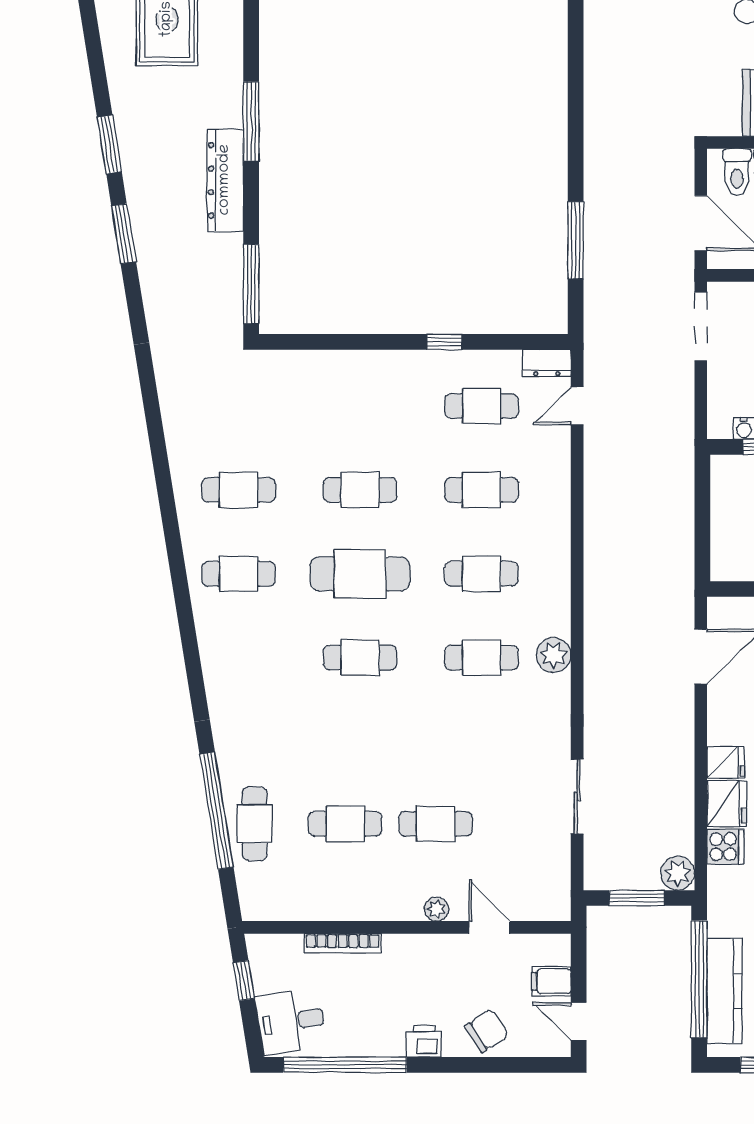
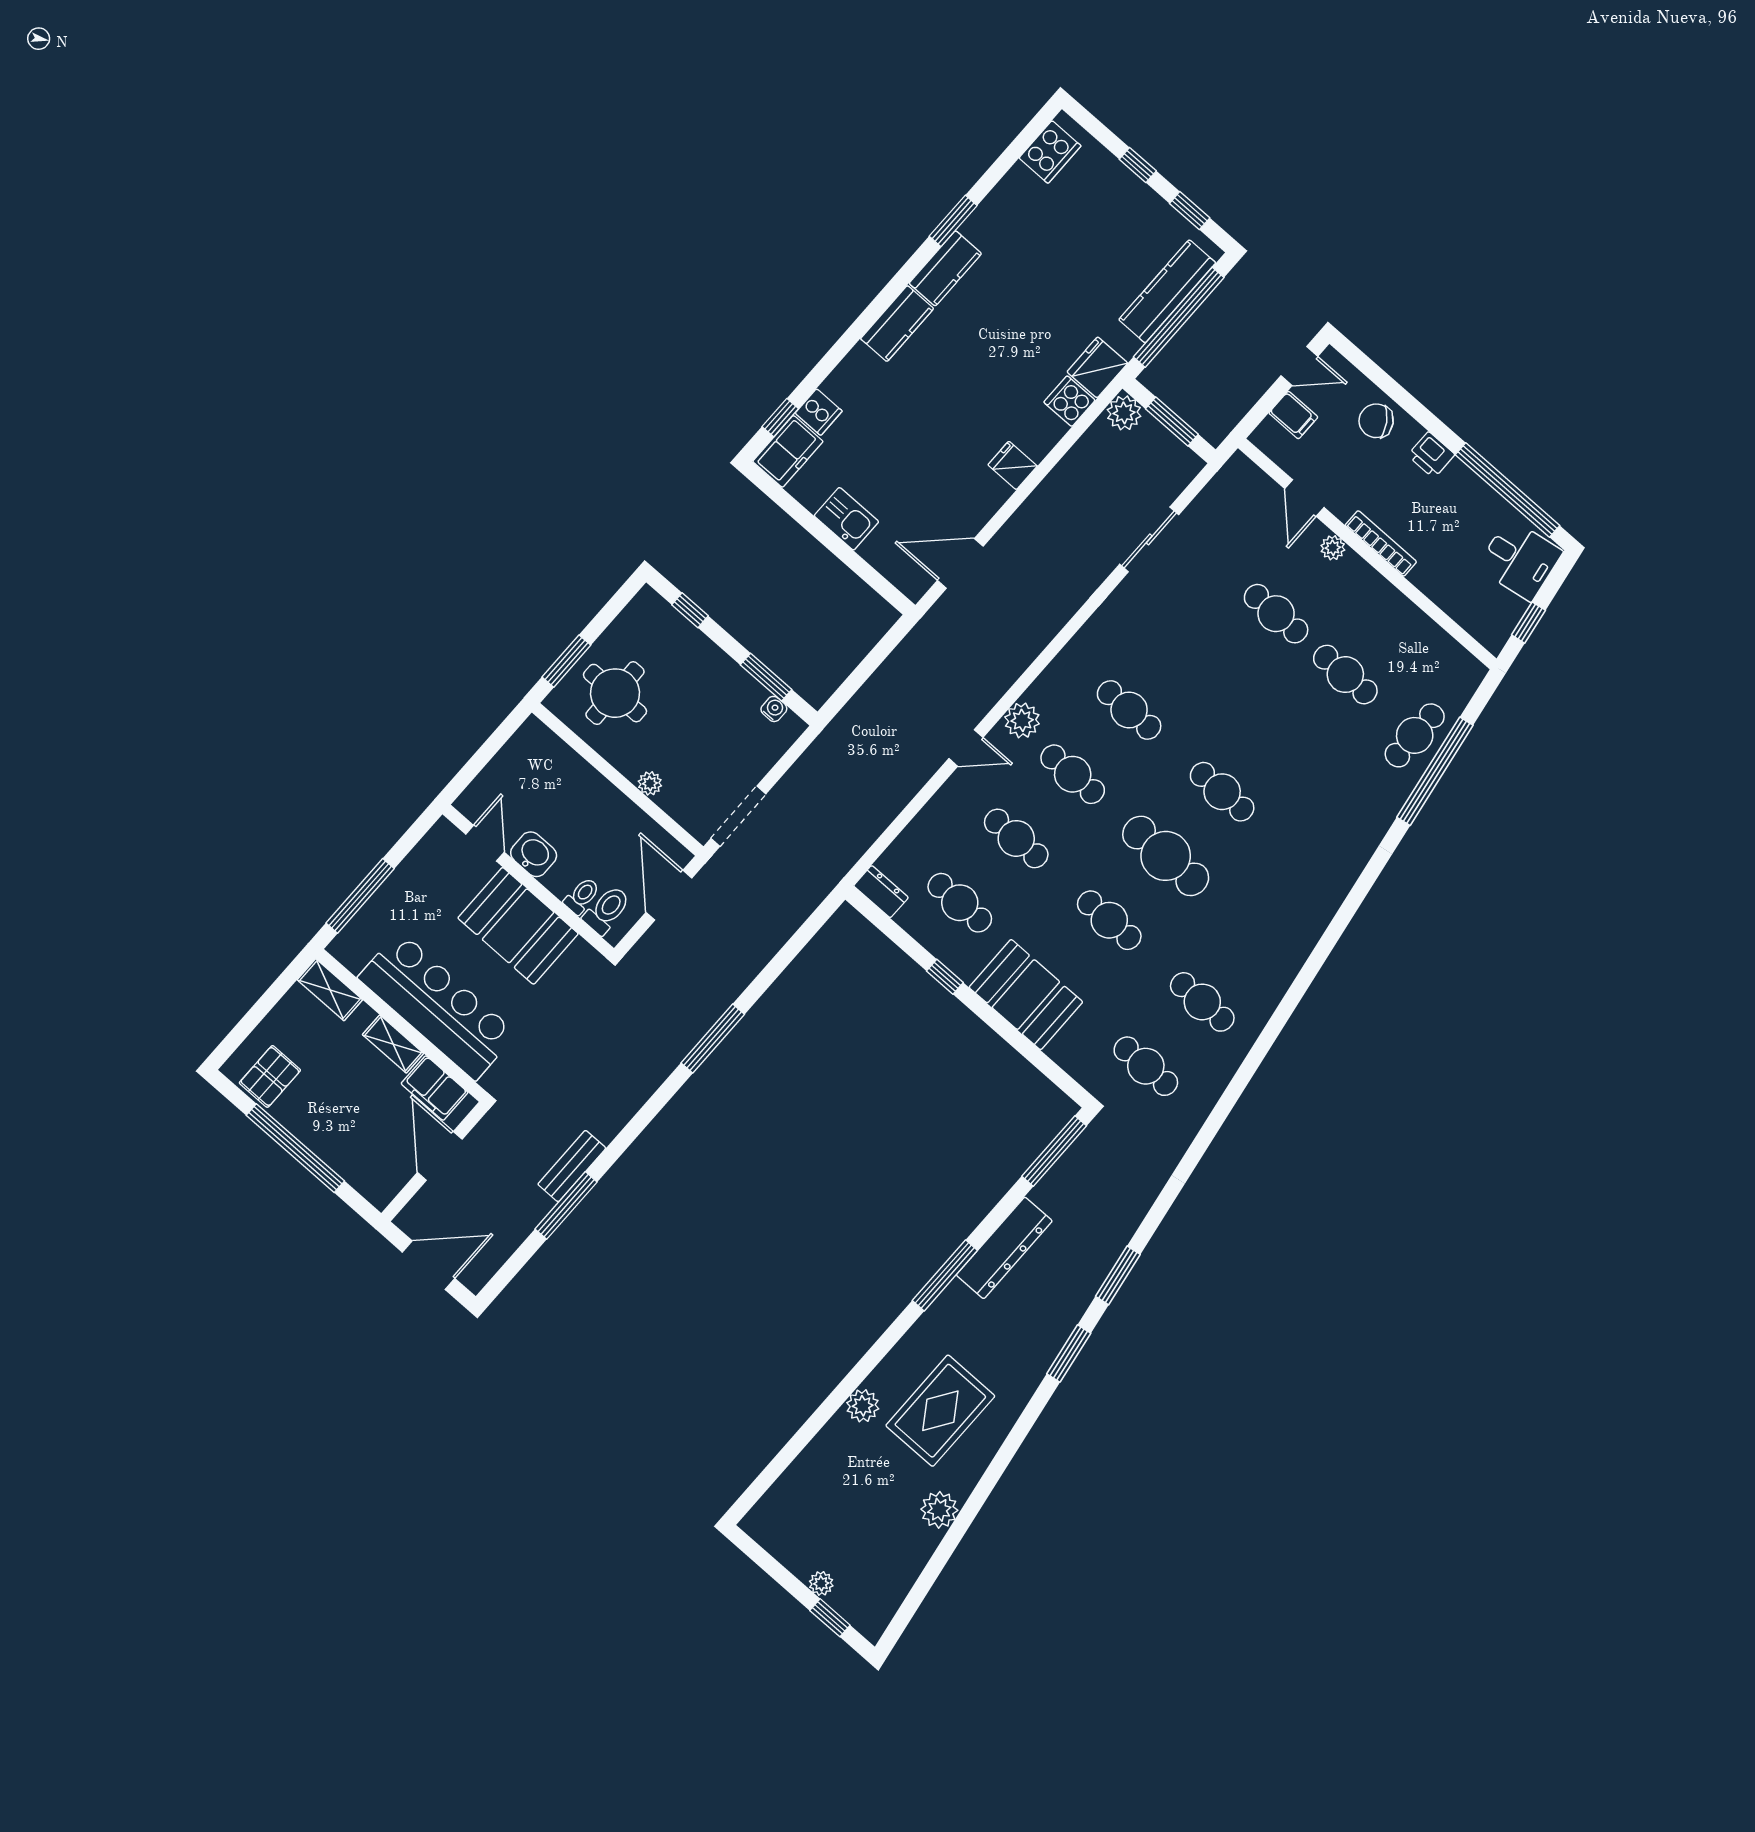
window: (576, 240) -> (713, 1039), moved
booth: (373, 381) -> (1026, 995), added
door: (577, 406) -> (966, 748), moved
cafe table: (239, 574) -> (1146, 1066), moved
plant: (554, 655) -> (1022, 720), moved
fridge: (727, 804) -> (1097, 367), moved
bookcase: (343, 943) -> (1381, 543), moved
door: (579, 1021) -> (1299, 366), hinge flipped

